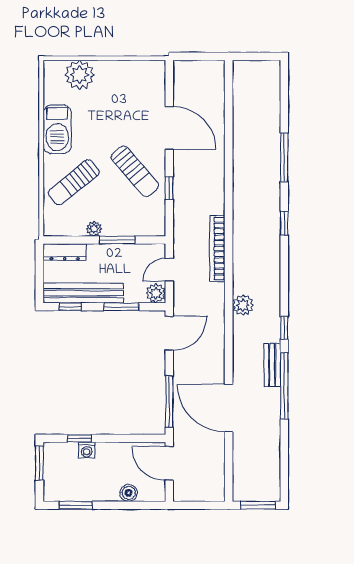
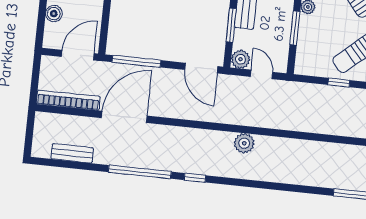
window: (284, 223) -> (294, 188), removed
bookcase: (217, 249) -> (68, 100), moved
plant: (243, 305) -> (244, 143), moved
bench: (272, 365) -> (72, 153), moved
window: (258, 505) -> (29, 135), removed

